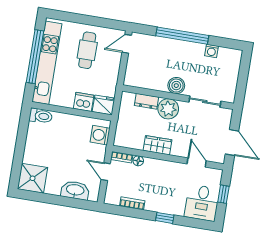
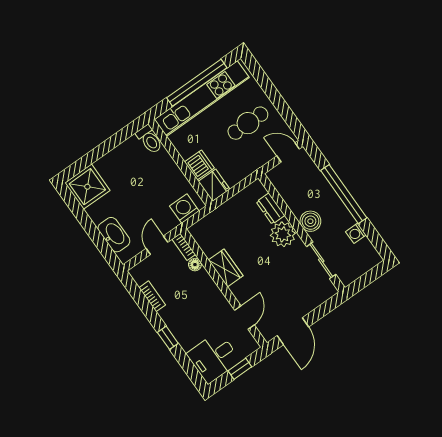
boiler: (176, 86) -> (310, 221), moved
wall: (178, 97) -> (302, 233), moved
dresser: (146, 101) -> (271, 209), moved
sliding door: (205, 102) -> (321, 260), moved
plant: (168, 109) -> (283, 234), moved

